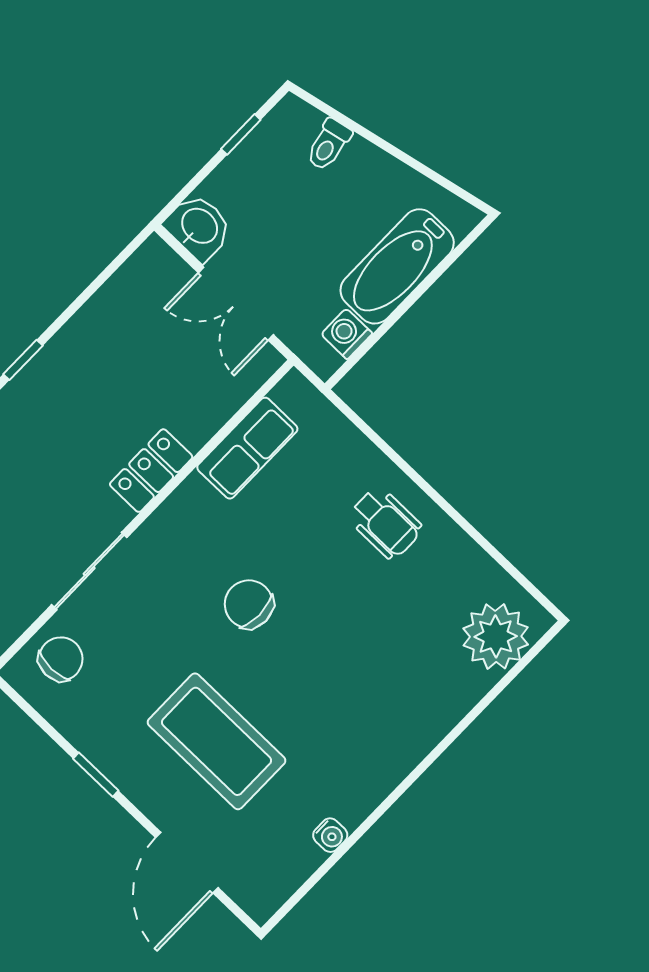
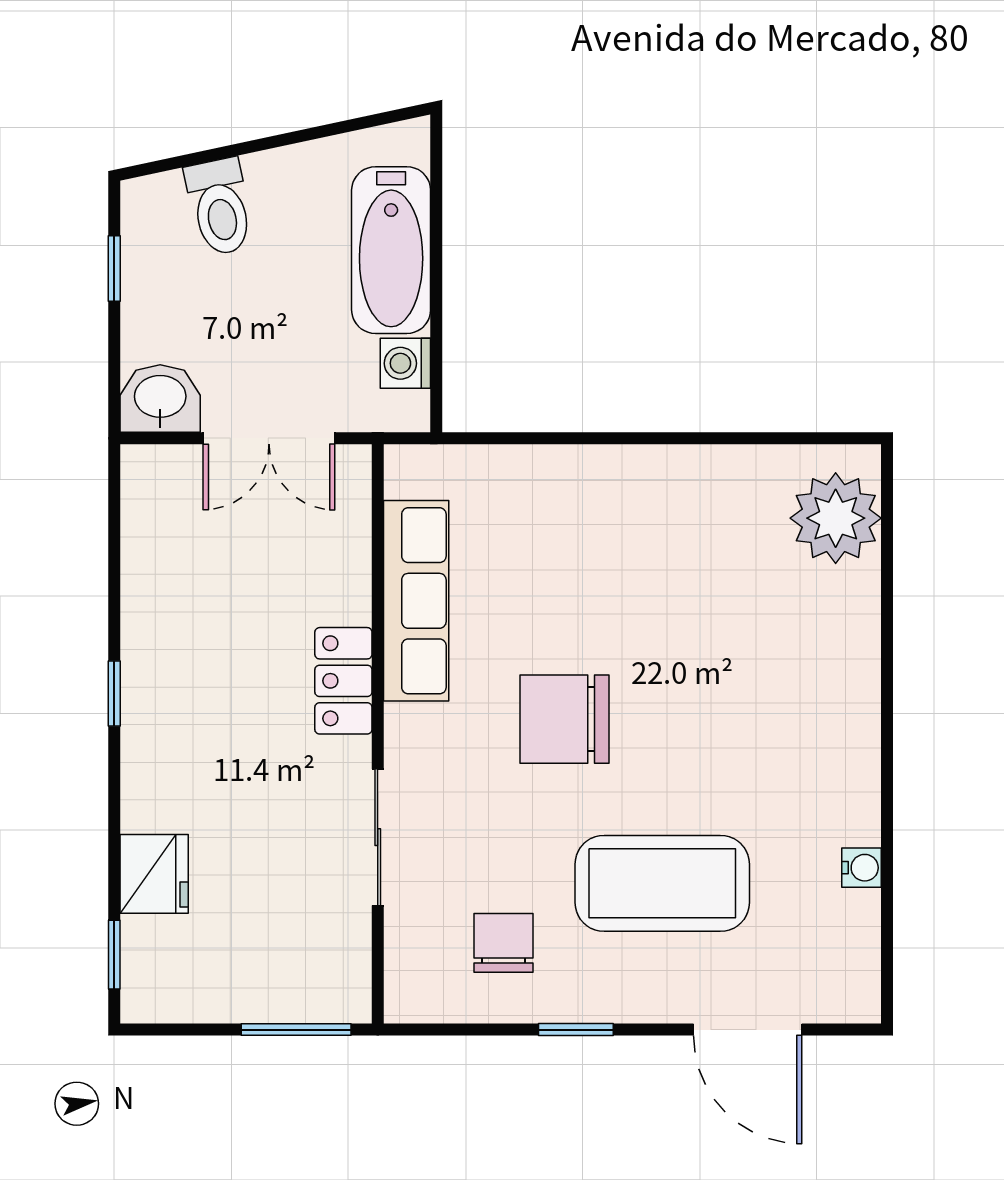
toilet: (329, 145) -> (220, 207), width x1.37, depth x1.39
row of seats: (247, 448) -> (416, 601), width x1.48
wheelchair: (385, 523) -> (621, 511), removed
chair: (249, 604) -> (565, 719), width x1.37, depth x1.37
chair: (61, 659) -> (504, 943), moved

